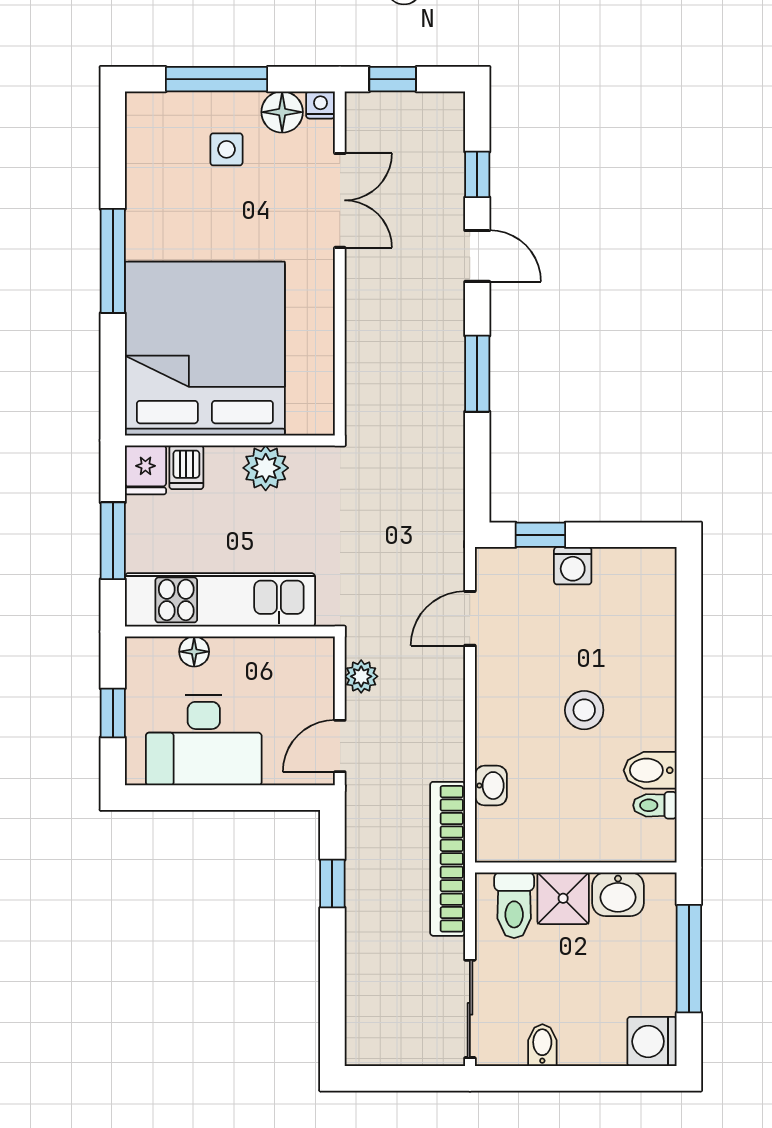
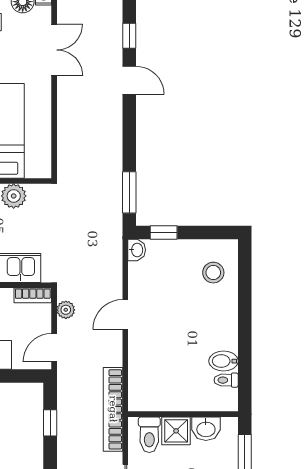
window: (477, 374) -> (129, 192), moved
washing machine: (573, 566) -> (181, 249), removed
door: (470, 618) -> (125, 314), moved
bookcase: (301, 650) -> (33, 295), added
stool: (584, 710) -> (213, 273), moved
washbasin: (491, 786) -> (137, 250), moved

